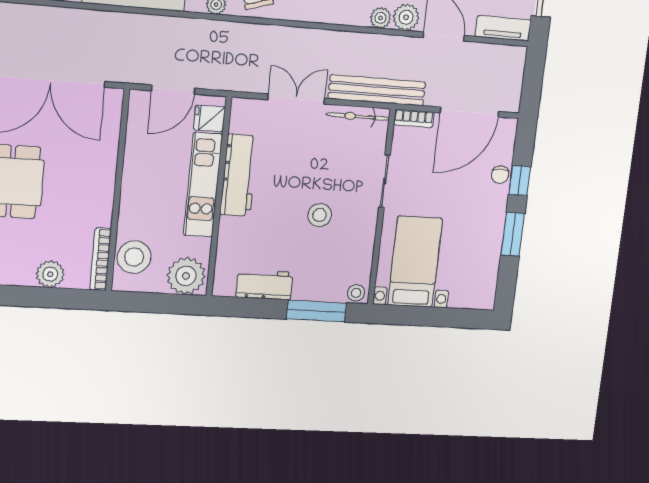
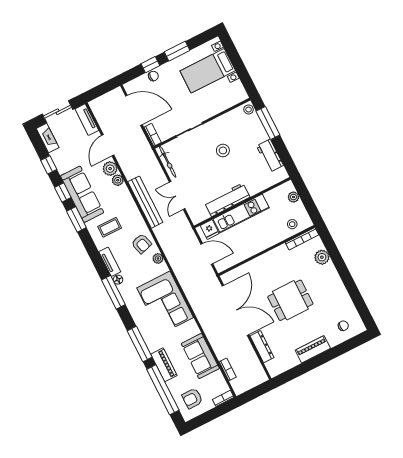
bench: (377, 90) -> (145, 202), moved
stool: (134, 257) -> (292, 224), width x0.53, depth x0.53
bed with nightstands: (415, 262) -> (208, 71), moved
plant: (186, 276) -> (293, 197), width x0.53, depth x0.53

